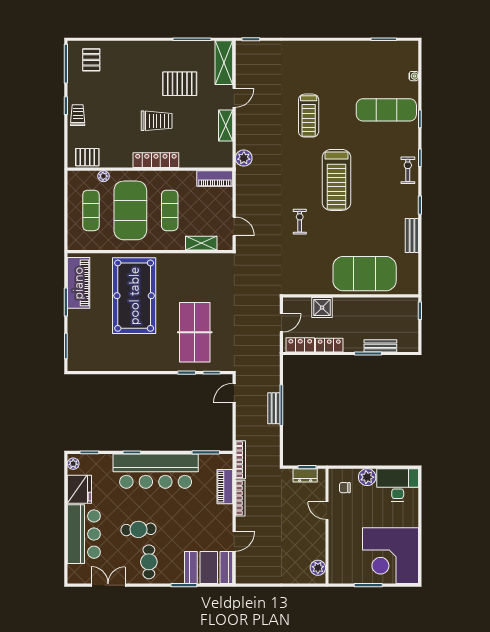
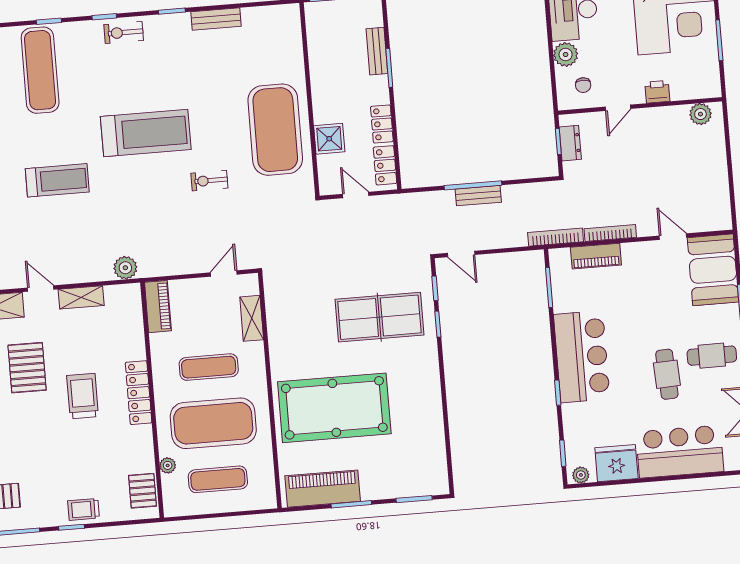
exercise mat: (365, 274) -> (275, 130), moved
bar counter: (156, 471) -> (582, 357), width x0.73
printer: (336, 539) -> (657, 92), added

